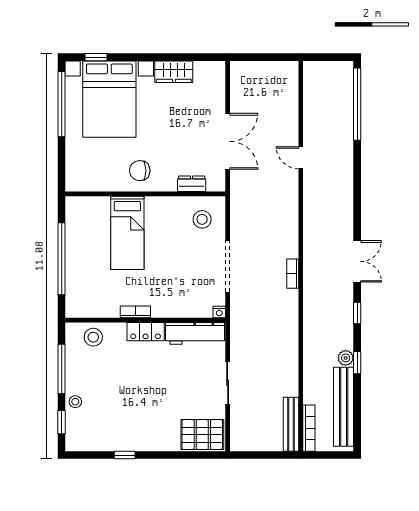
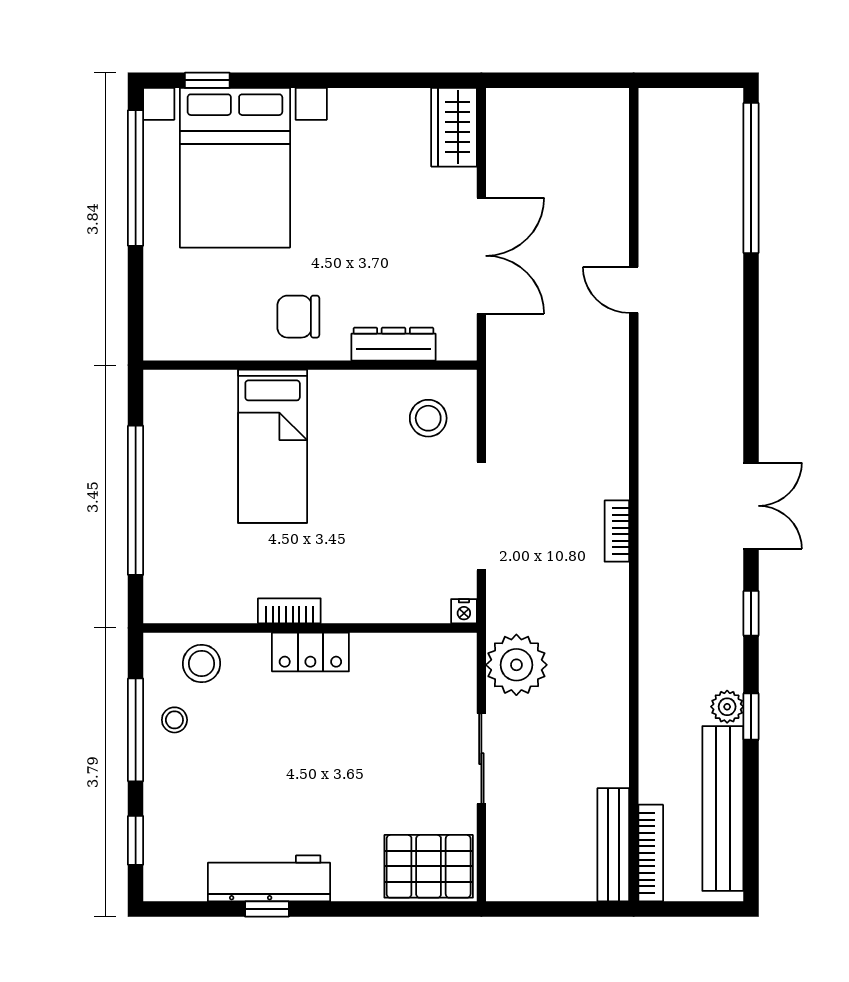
wardrobe: (174, 72) -> (454, 127), moved, turned 90
dresser: (192, 184) -> (393, 344), width x1.44
workbench: (195, 333) -> (269, 878), moved, turned 180
plant: (244, 338) -> (516, 665), added
stool: (75, 402) -> (174, 720), moved

